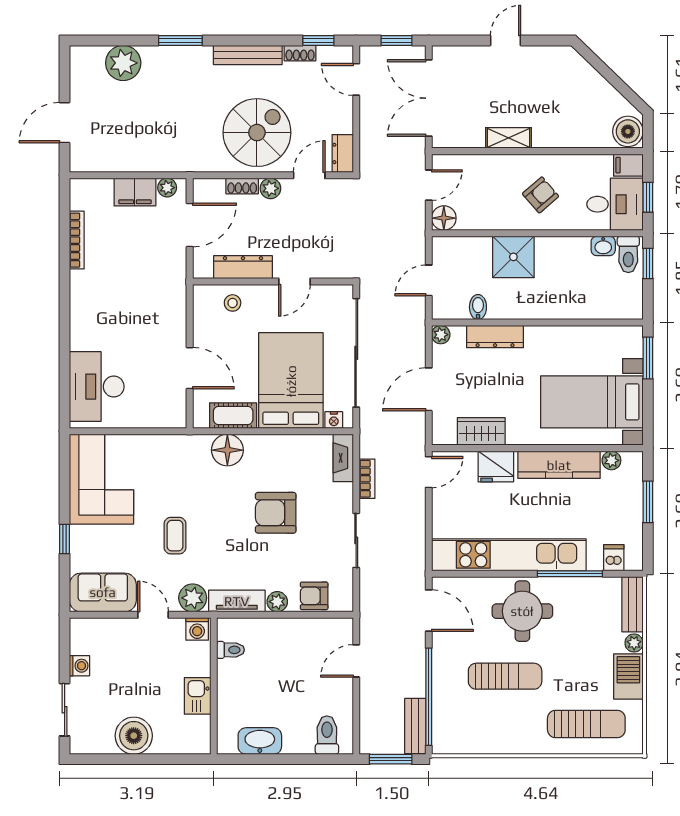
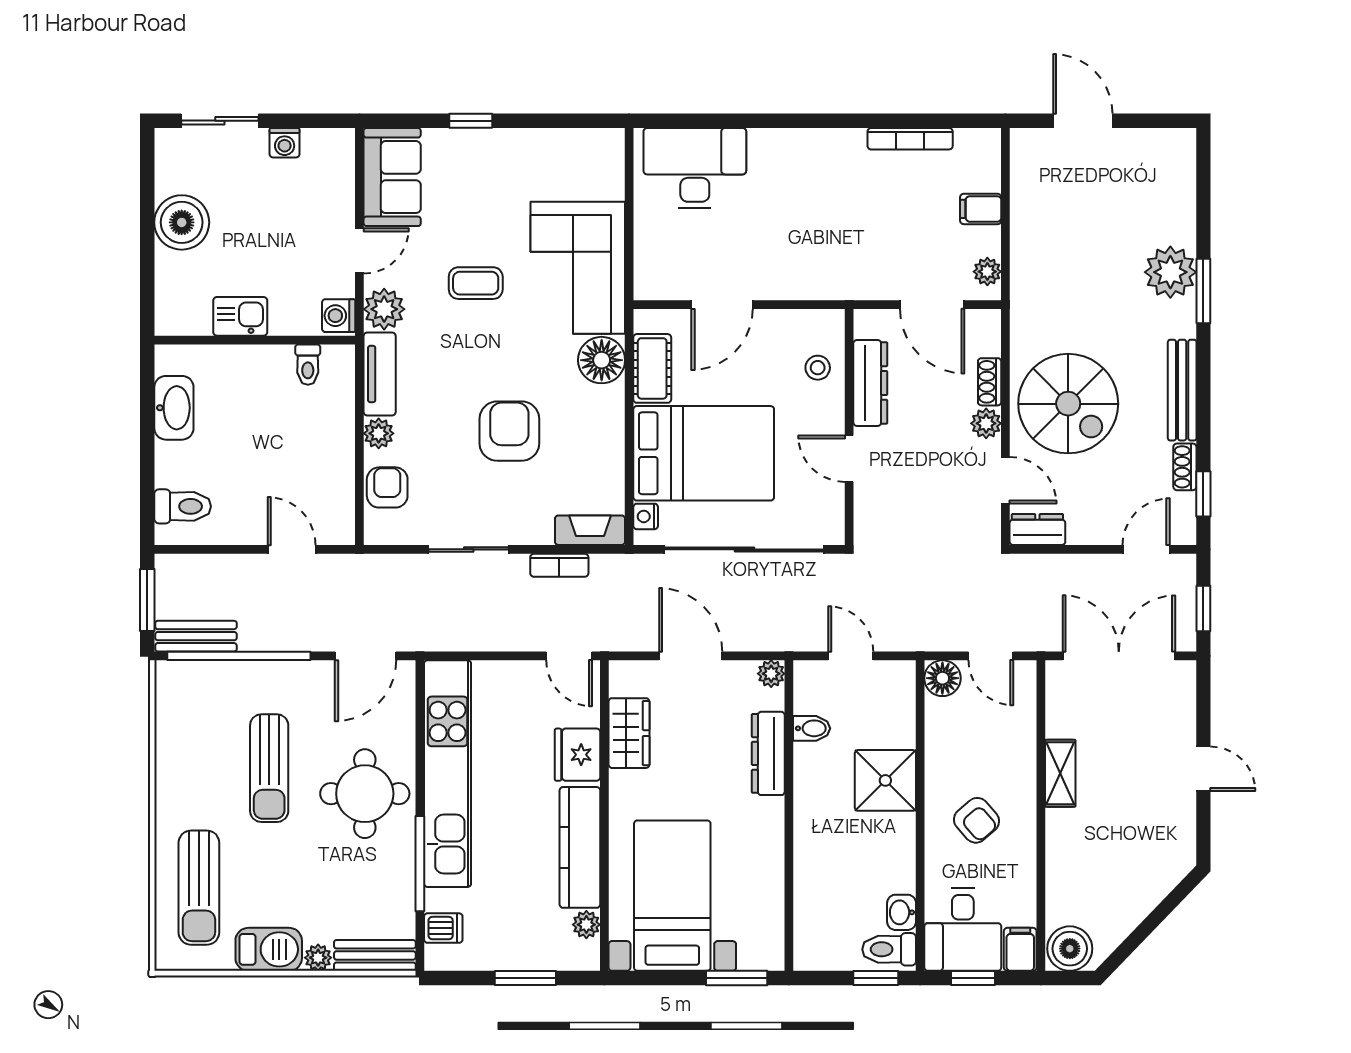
plant: (123, 63) -> (1170, 272), moved
filing cabinet: (135, 192) -> (981, 209), width x0.50
corner sofa: (101, 479) -> (578, 268), moved, turned 90

